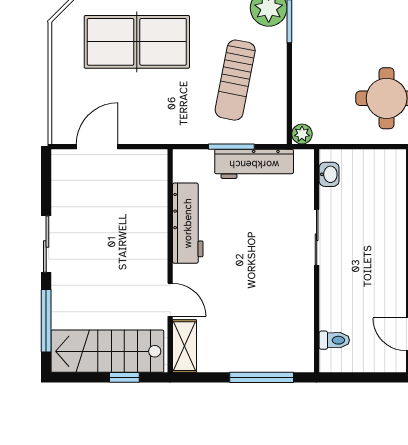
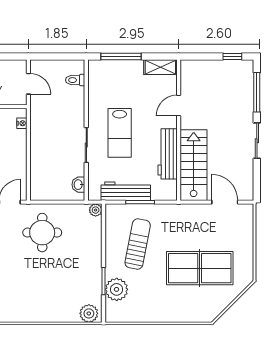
door: (97, 147) -> (225, 202), swing flipped
lab bench: (264, 256) -> (120, 133), added
door: (170, 300) -> (179, 106), hinge flipped
shelving: (185, 346) -> (160, 67), moved, turned 90
stairs: (107, 351) -> (194, 165), moved, turned -90
window: (124, 377) -> (232, 57), moved

